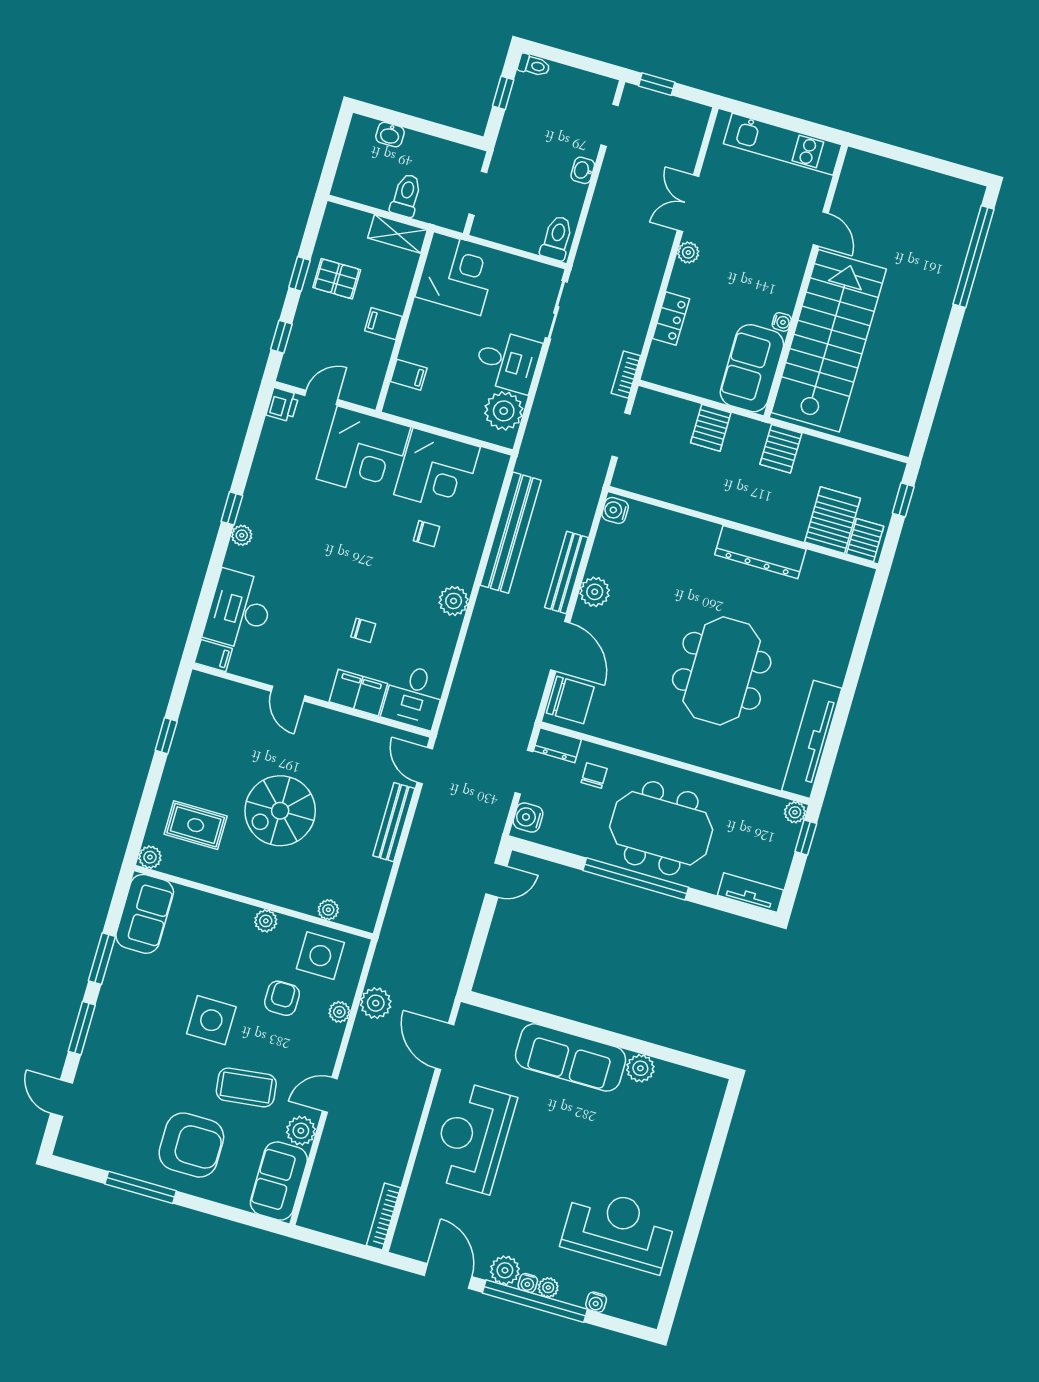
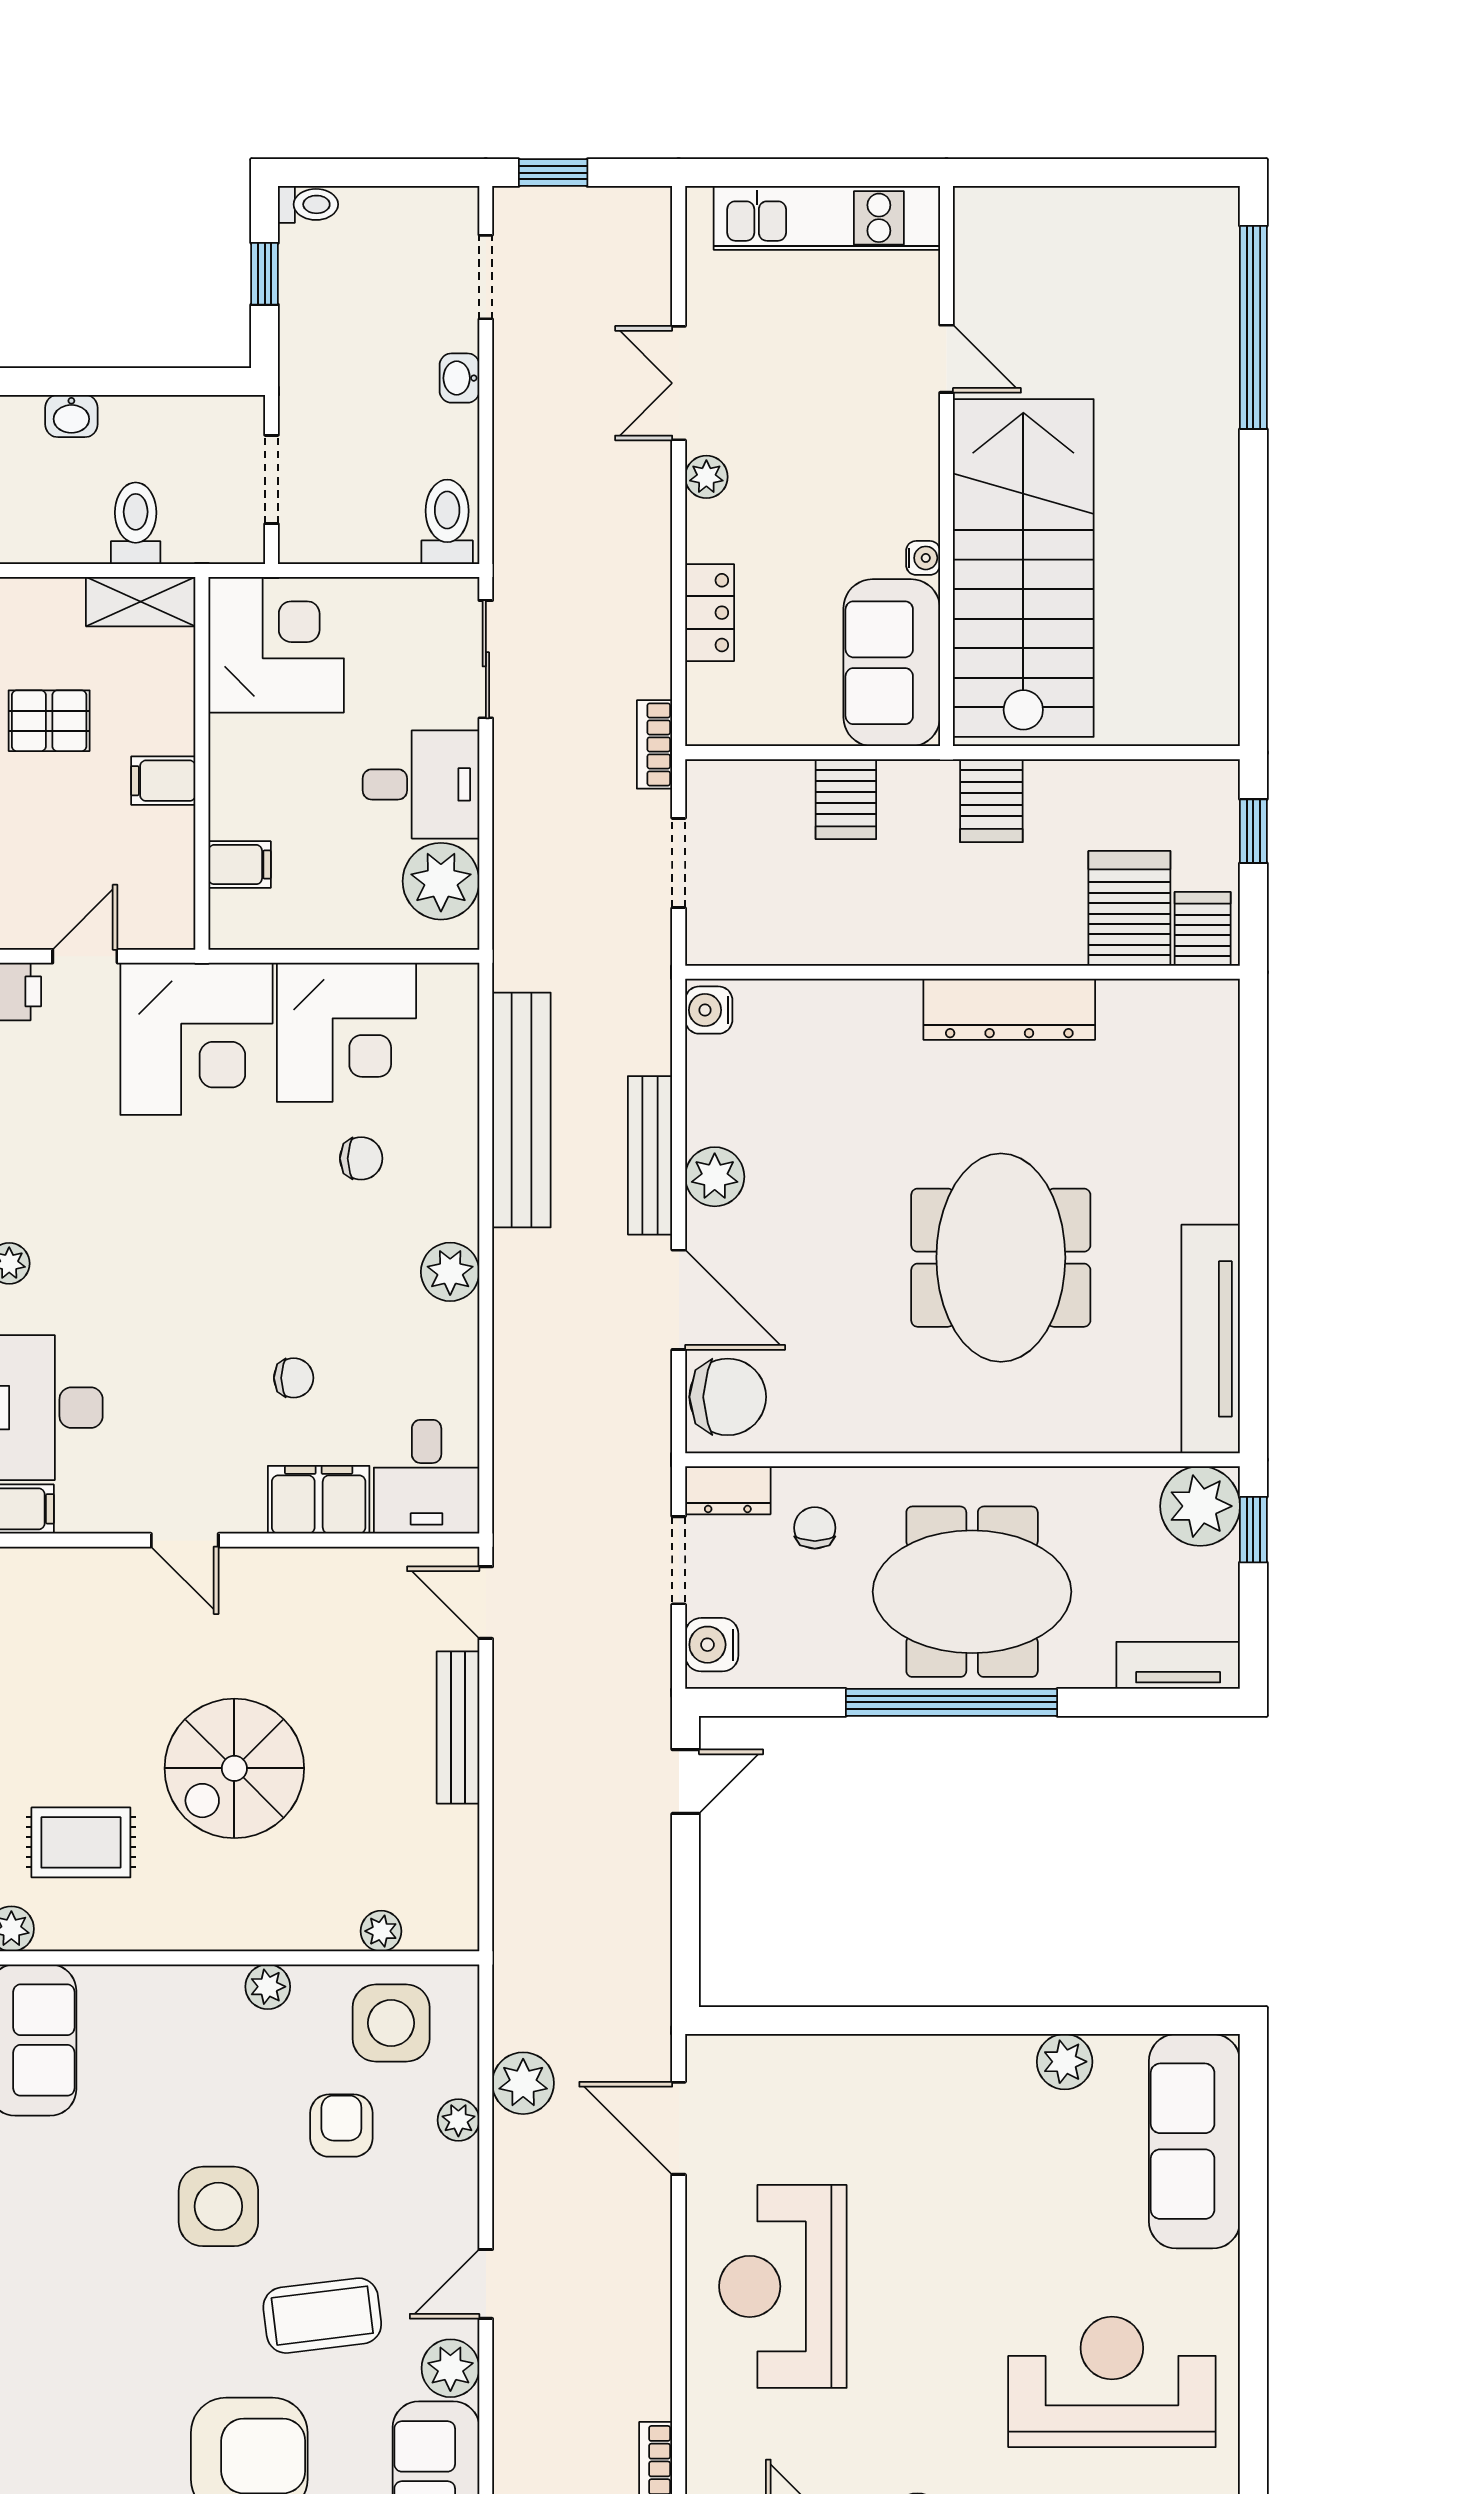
plant: (795, 812) -> (1200, 1506), width x1.88, depth x1.88
sofa: (571, 1057) -> (1194, 2141), moved, turned 90

